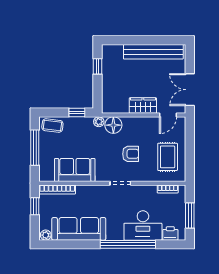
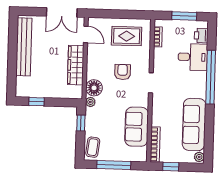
wardrobe: (143, 106) -> (76, 65), width x1.50
desk: (143, 225) -> (193, 57), width x0.73

